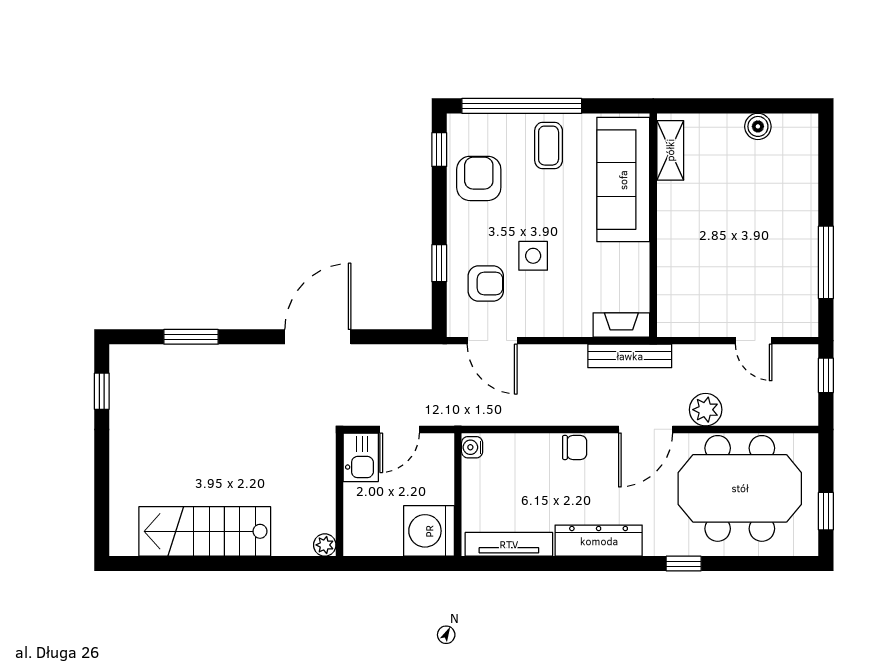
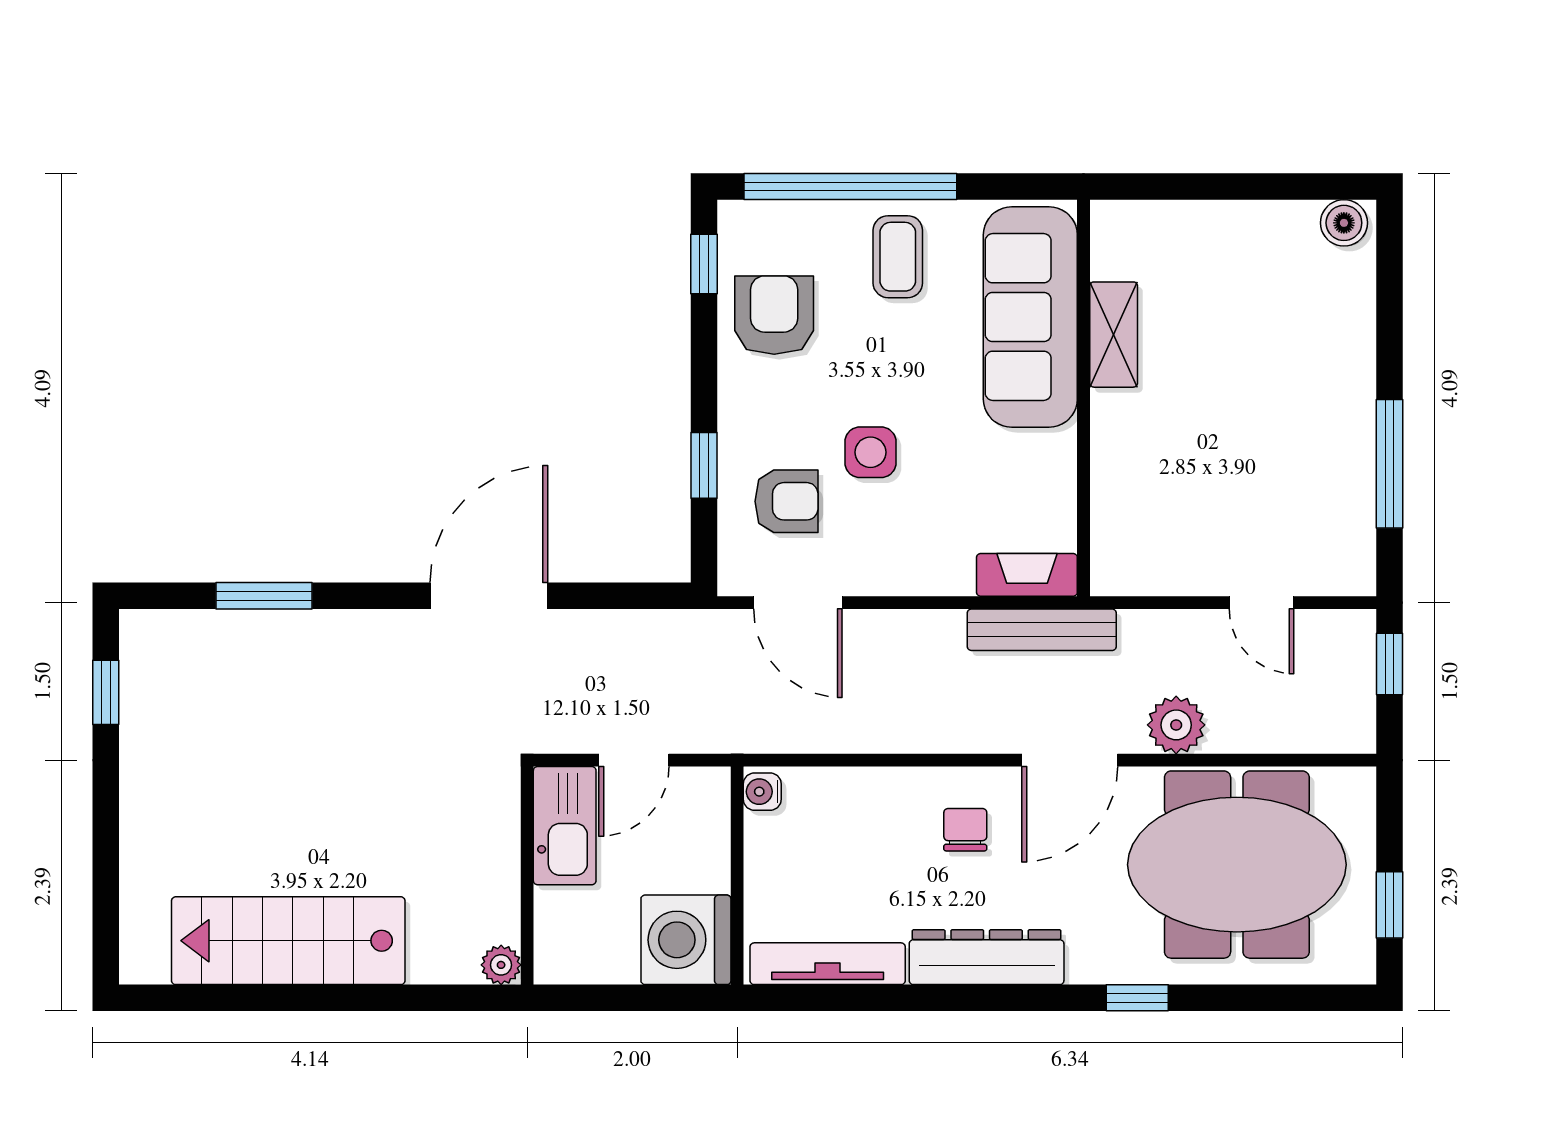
boiler: (758, 126) -> (1344, 223), moved
shelving: (670, 150) -> (1114, 335), moved
chair: (575, 447) -> (965, 830), moved, turned -90
kitchen sink: (361, 457) -> (565, 826), width x1.38

